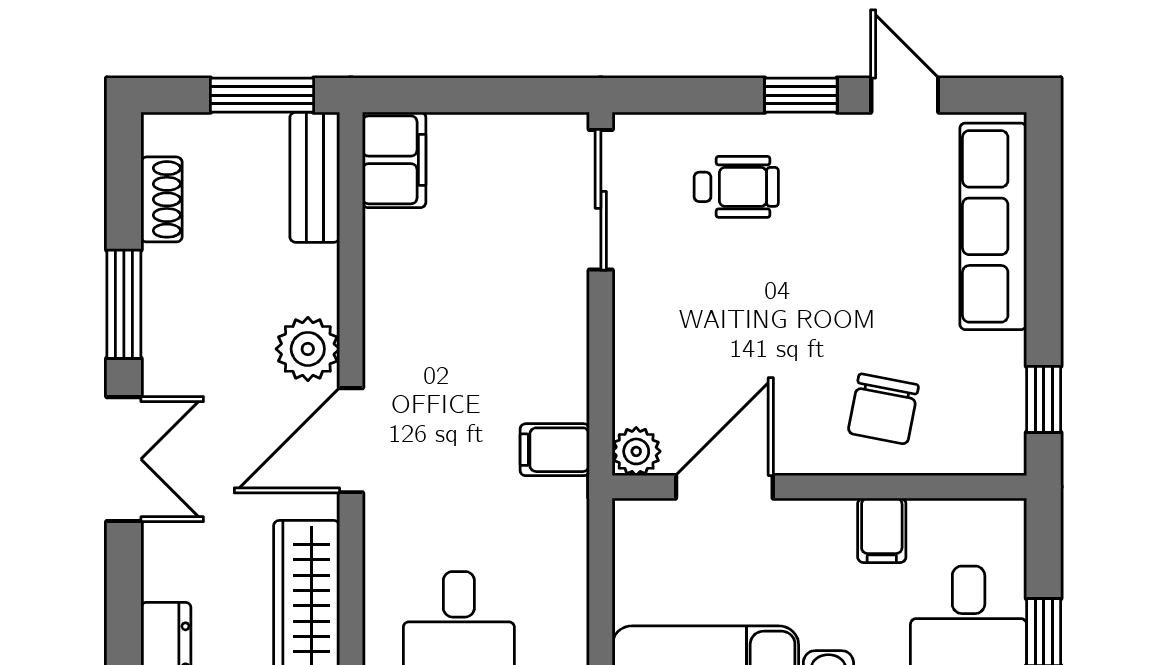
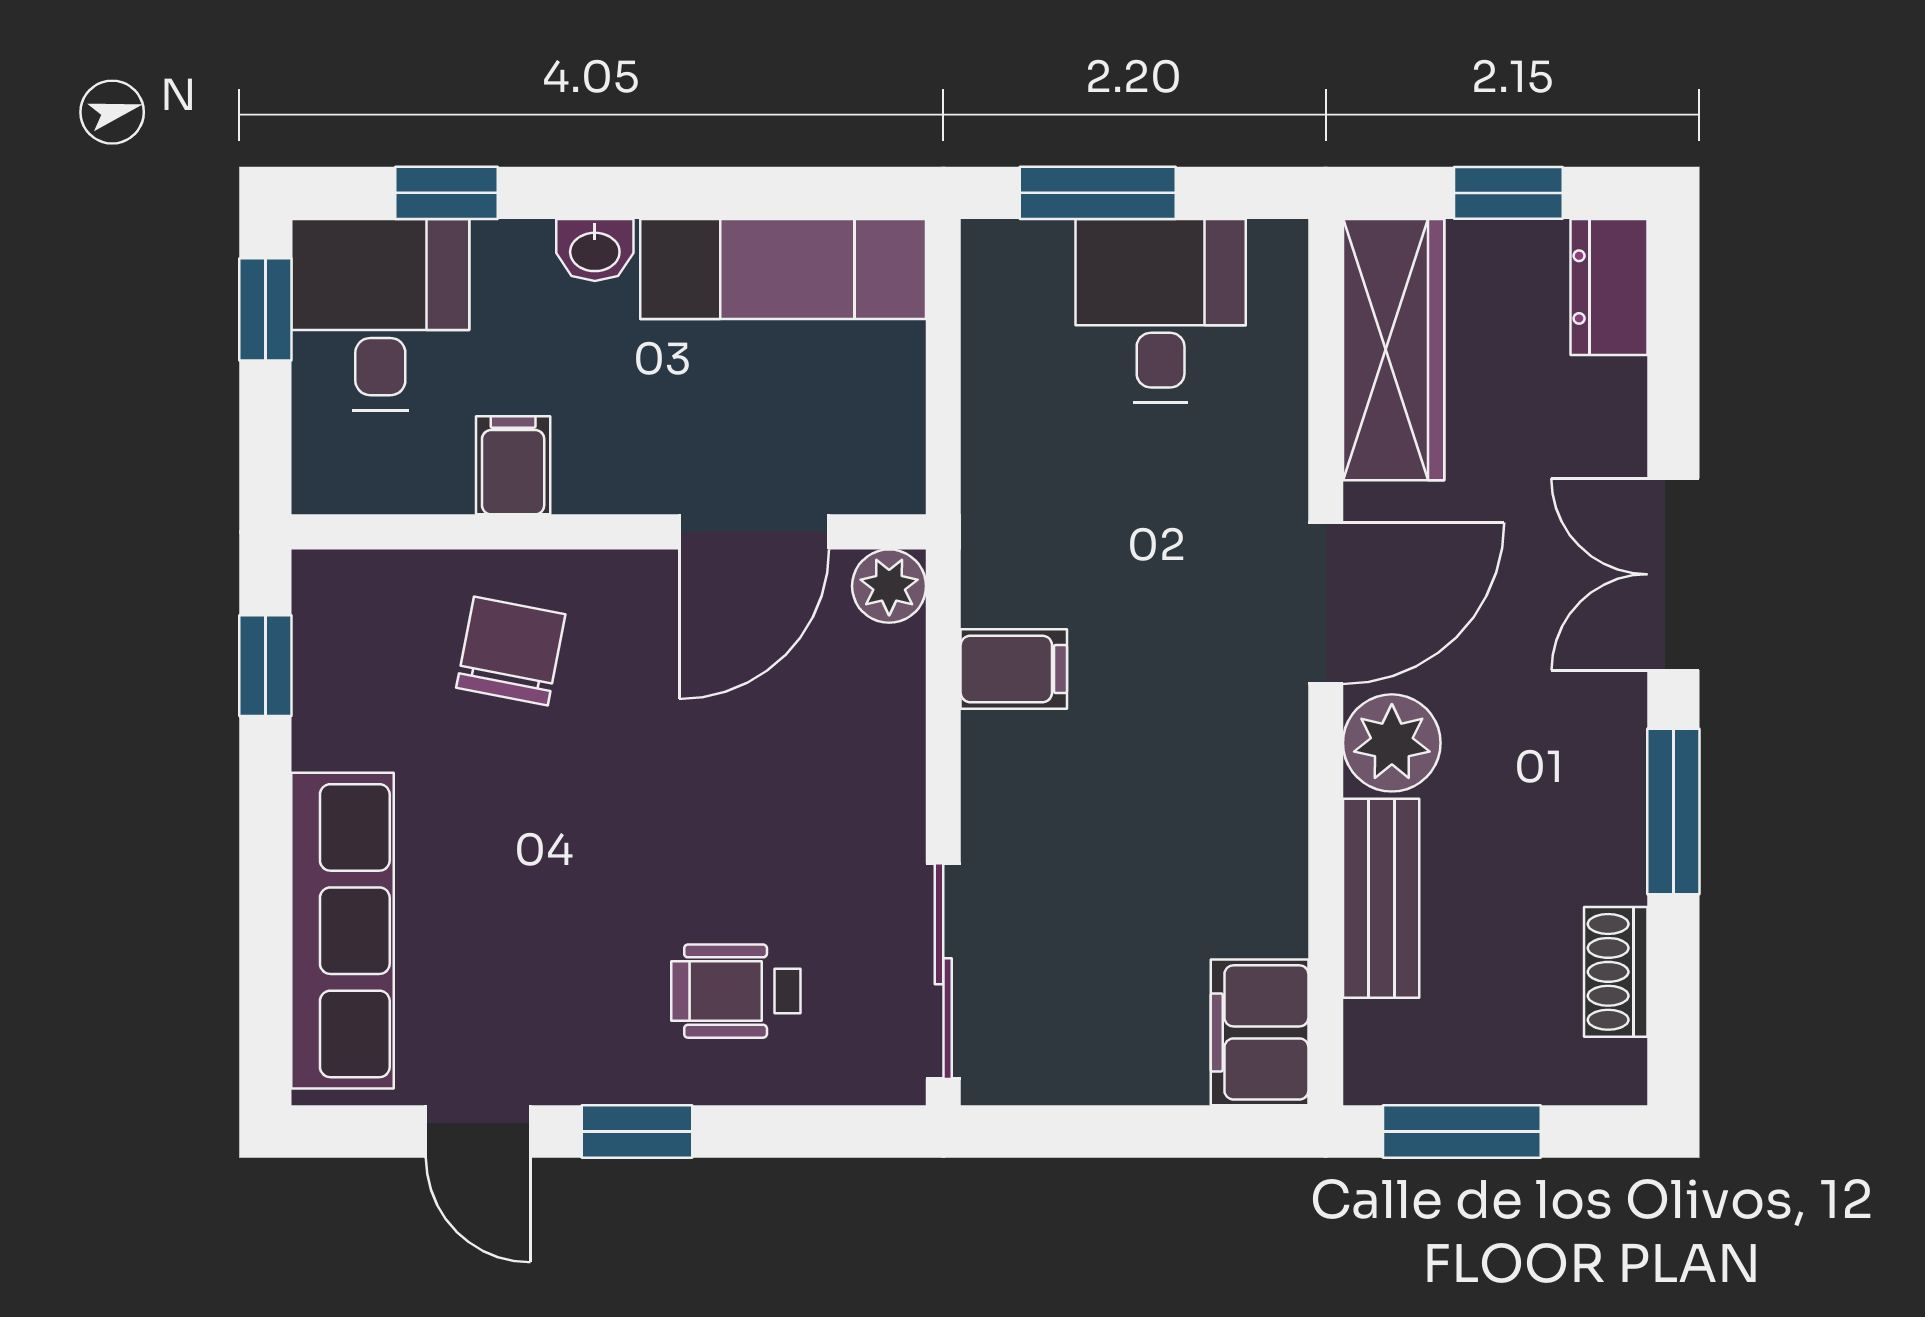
bench: (315, 177) -> (1381, 898), moved
filing cabinet: (555, 450) -> (1014, 669), moved

